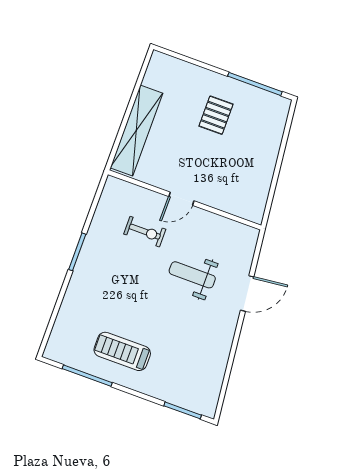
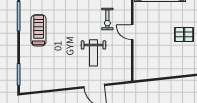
weight bench: (192, 275) -> (93, 53), turned 180

